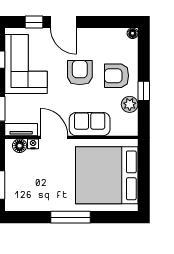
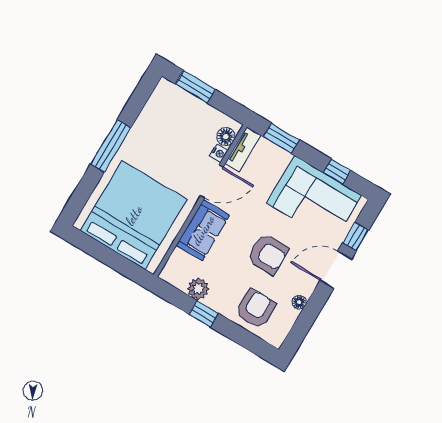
floor lamp: (133, 33) -> (299, 302), moved
armchair: (117, 76) -> (256, 309), moved

